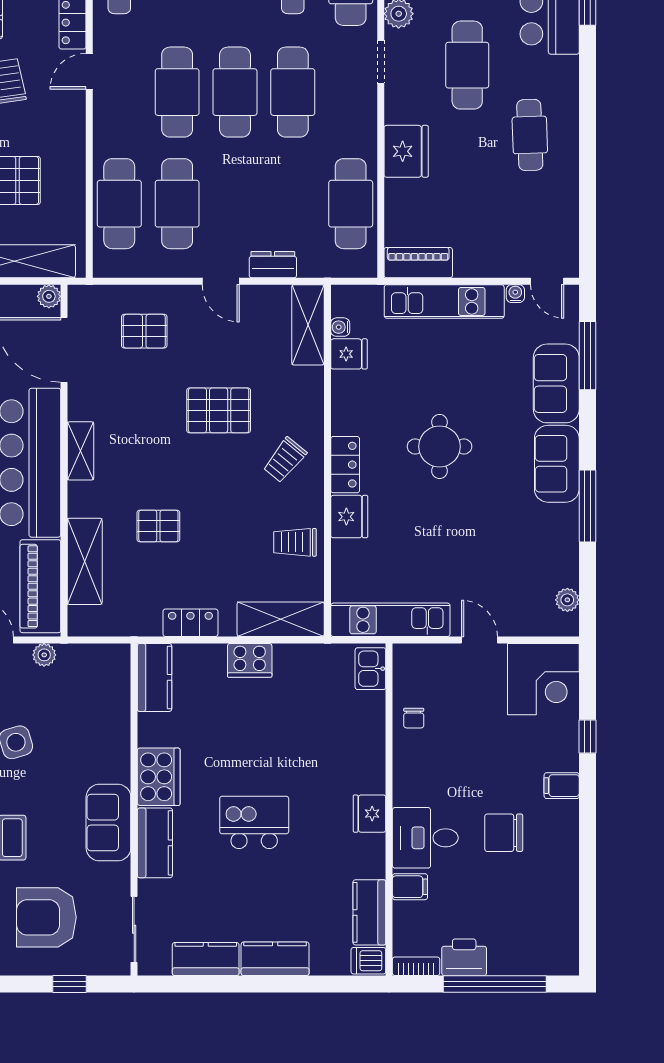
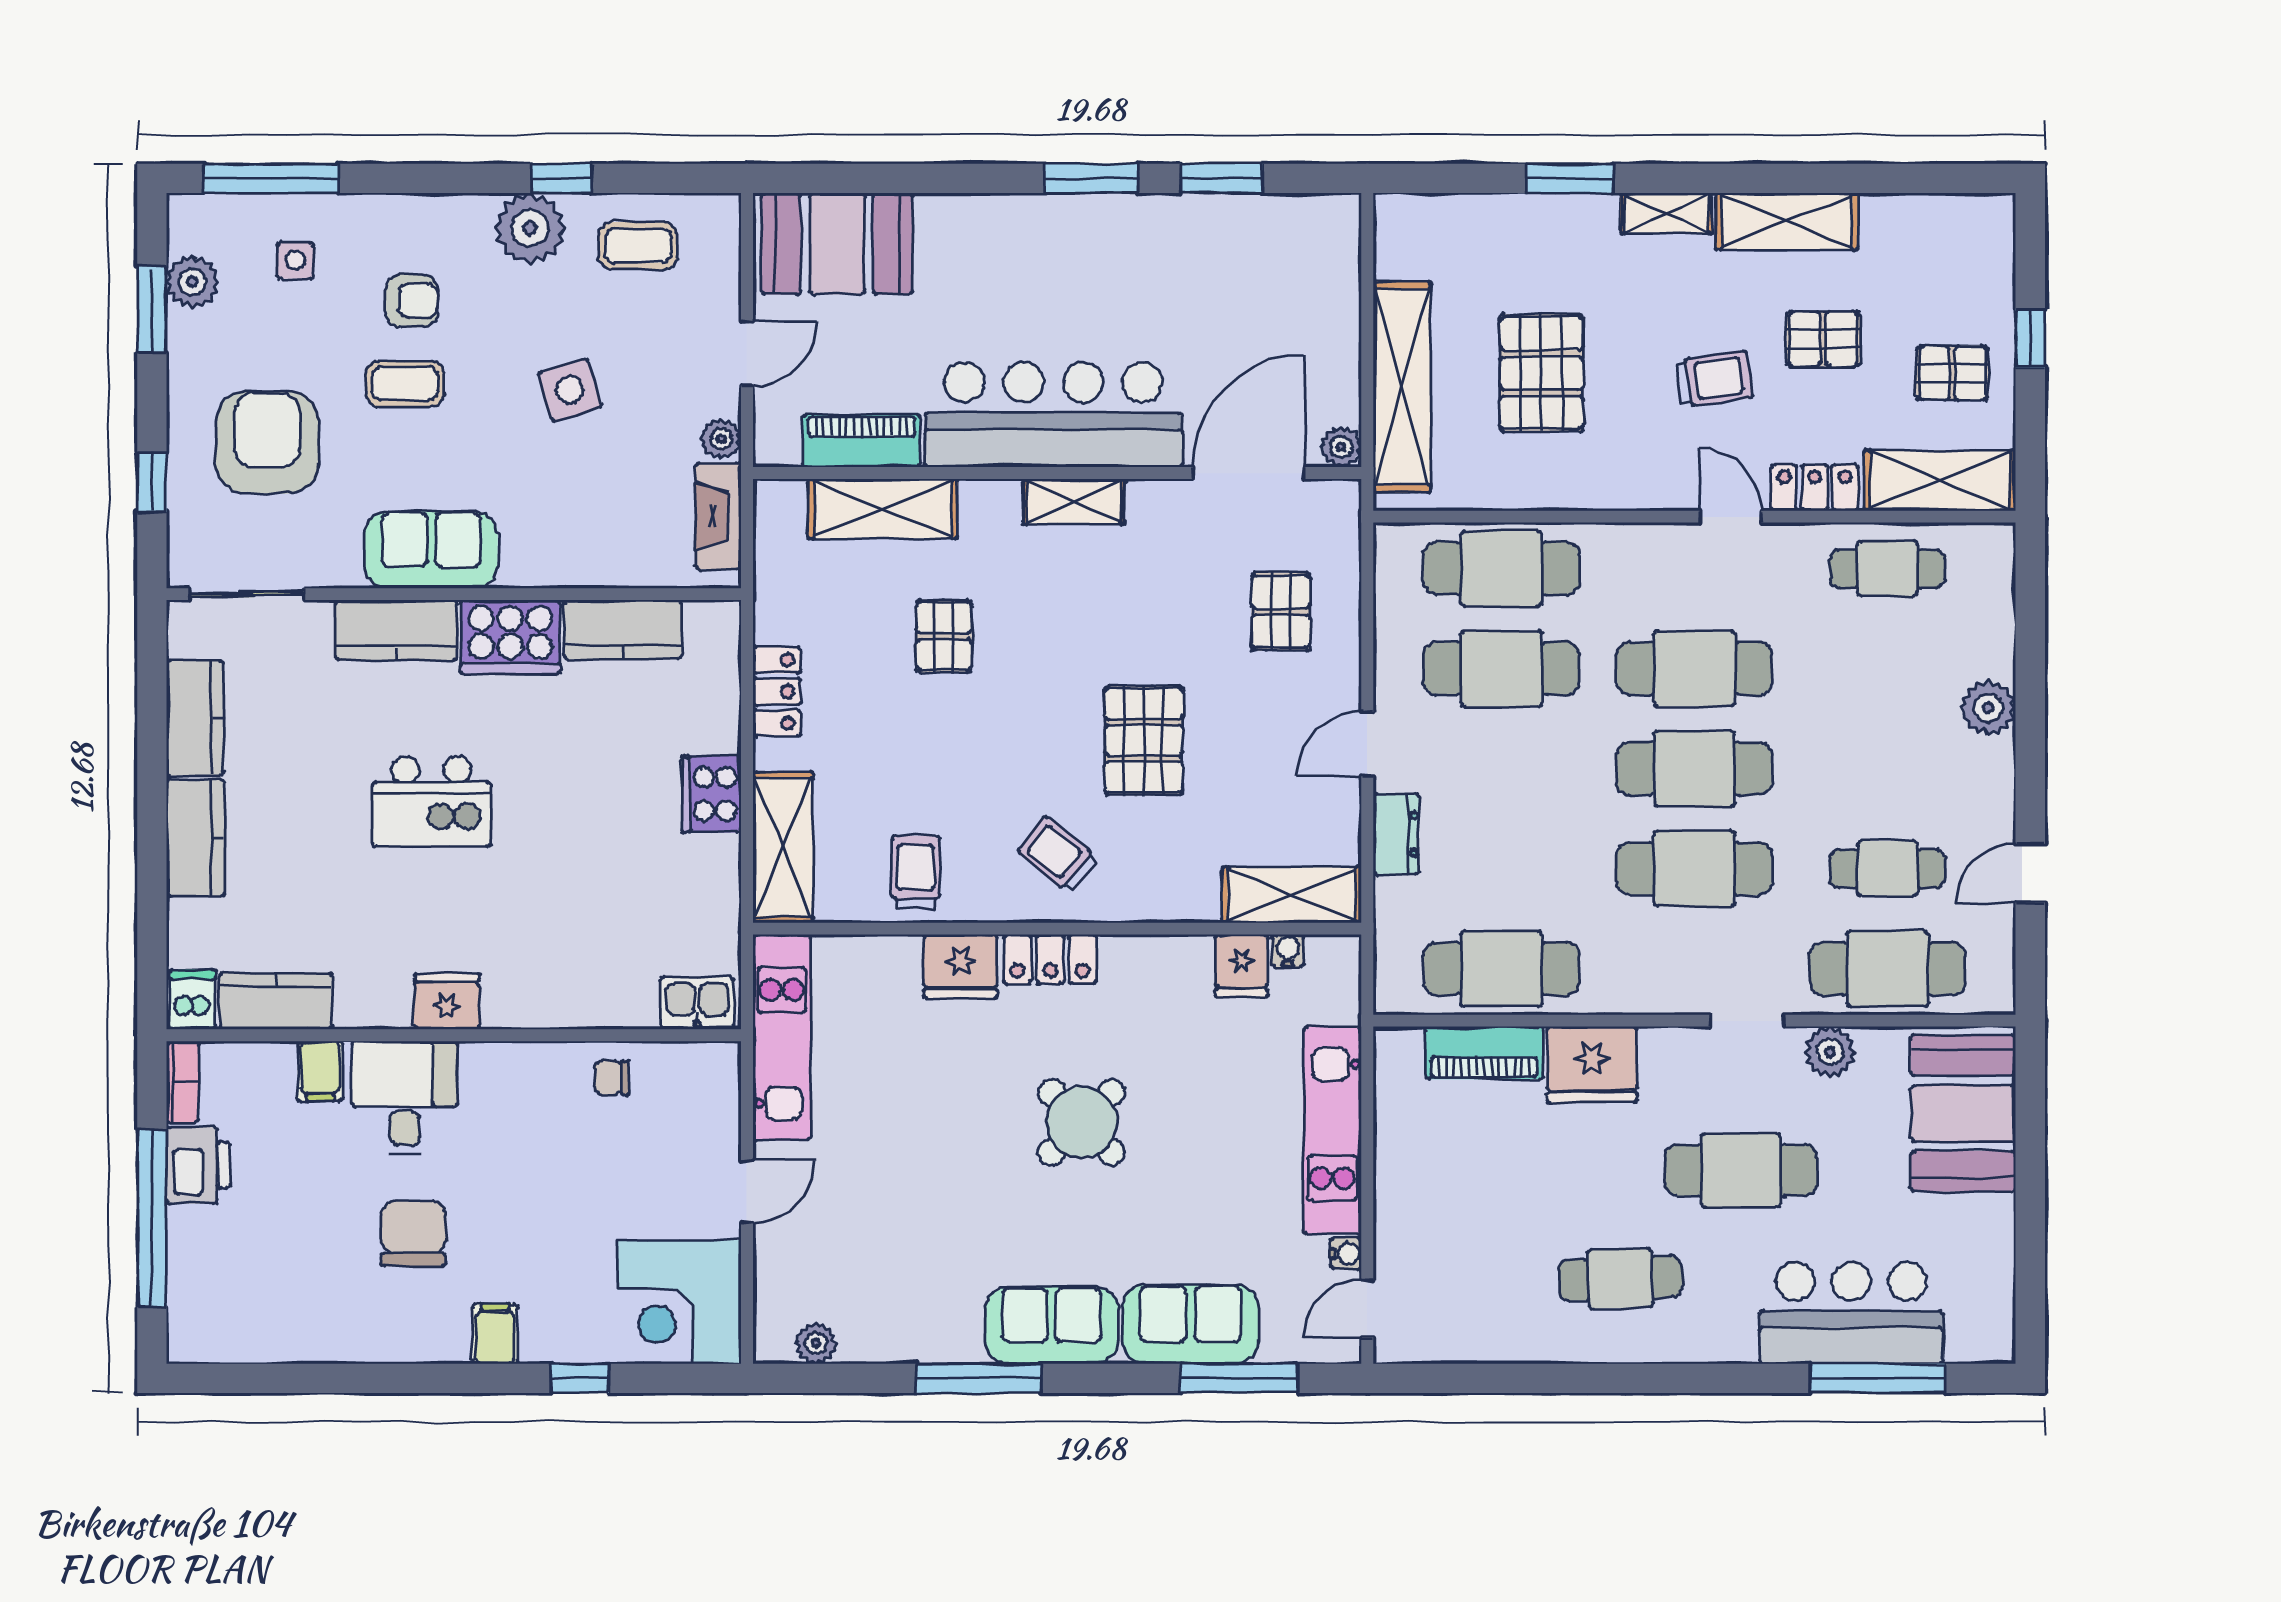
piano: (418, 263) -> (1484, 1053), moved, turned 90
round table: (440, 446) -> (1081, 1122), turned 45
piano: (40, 586) -> (862, 441), width x0.73, depth x0.75
fireplace: (89, 656) -> (718, 516), added
kitchen counter: (155, 677) -> (623, 630), moved
kitchen island: (254, 822) -> (431, 802), turned 90

